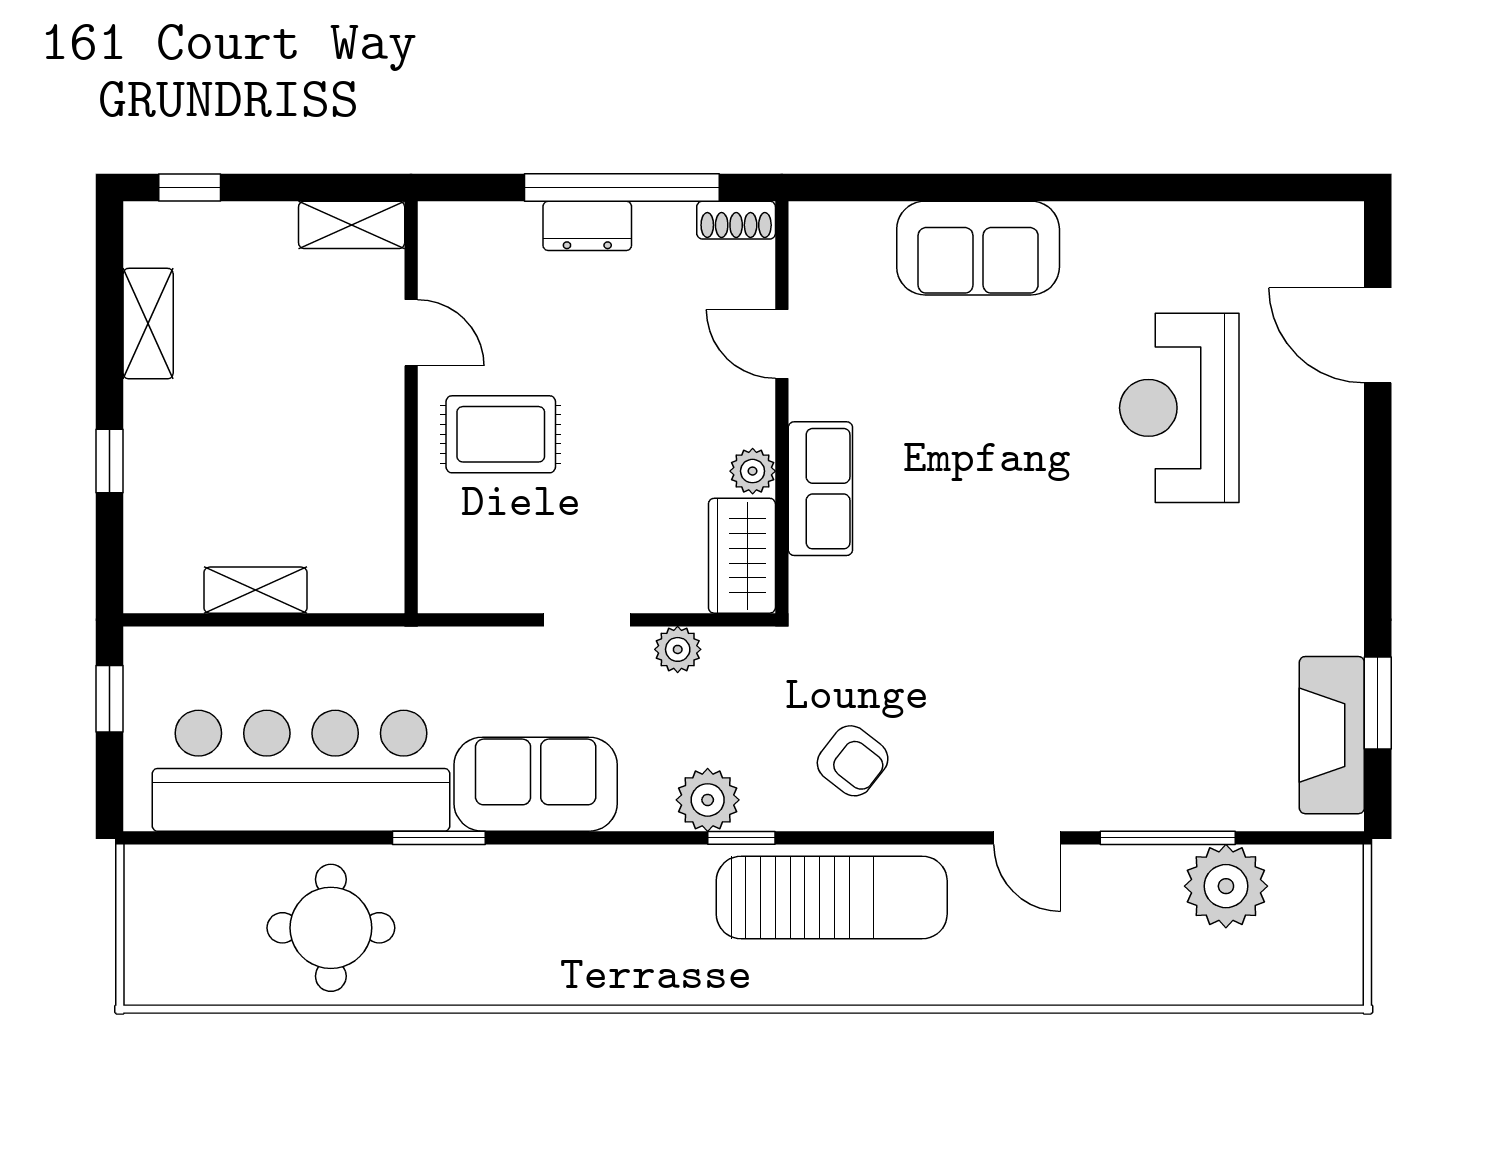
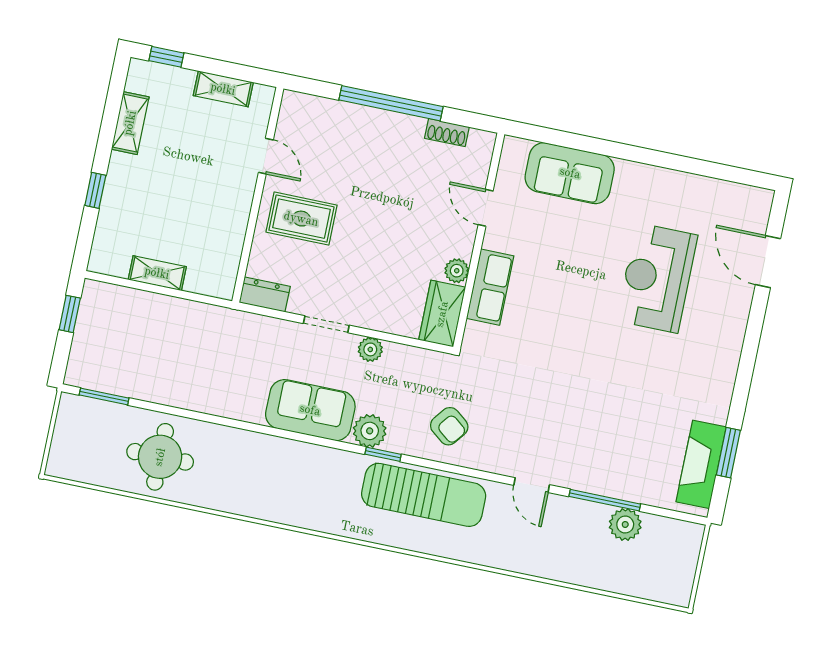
shelving: (352, 225) -> (223, 89), moved
dresser: (587, 226) -> (265, 294), moved, turned 180
door: (782, 344) -> (486, 208), moved
wall: (782, 407) -> (479, 241), moved
plant: (753, 471) -> (457, 271), moved
row of seats: (820, 489) -> (490, 287), moved
wardrobe: (742, 556) -> (442, 314), moved
bar counter: (301, 771) -> (161, 372), removed
sofa: (536, 784) -> (310, 410), moved
window: (439, 838) -> (104, 396), moved
plant: (1226, 886) -> (625, 525), width x0.73, depth x0.73

